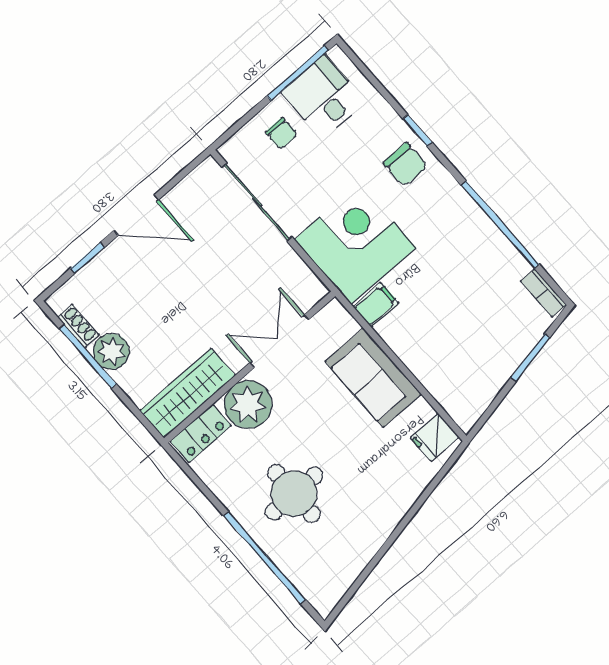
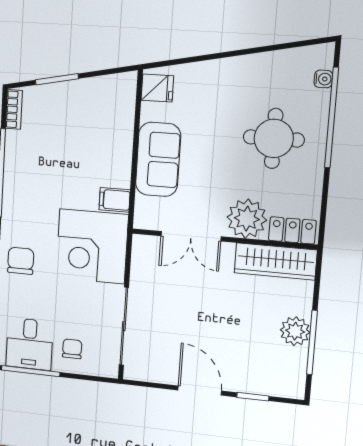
shoe rack: (78, 326) -> (299, 365), removed
water cooler: (303, 582) -> (323, 79), added

